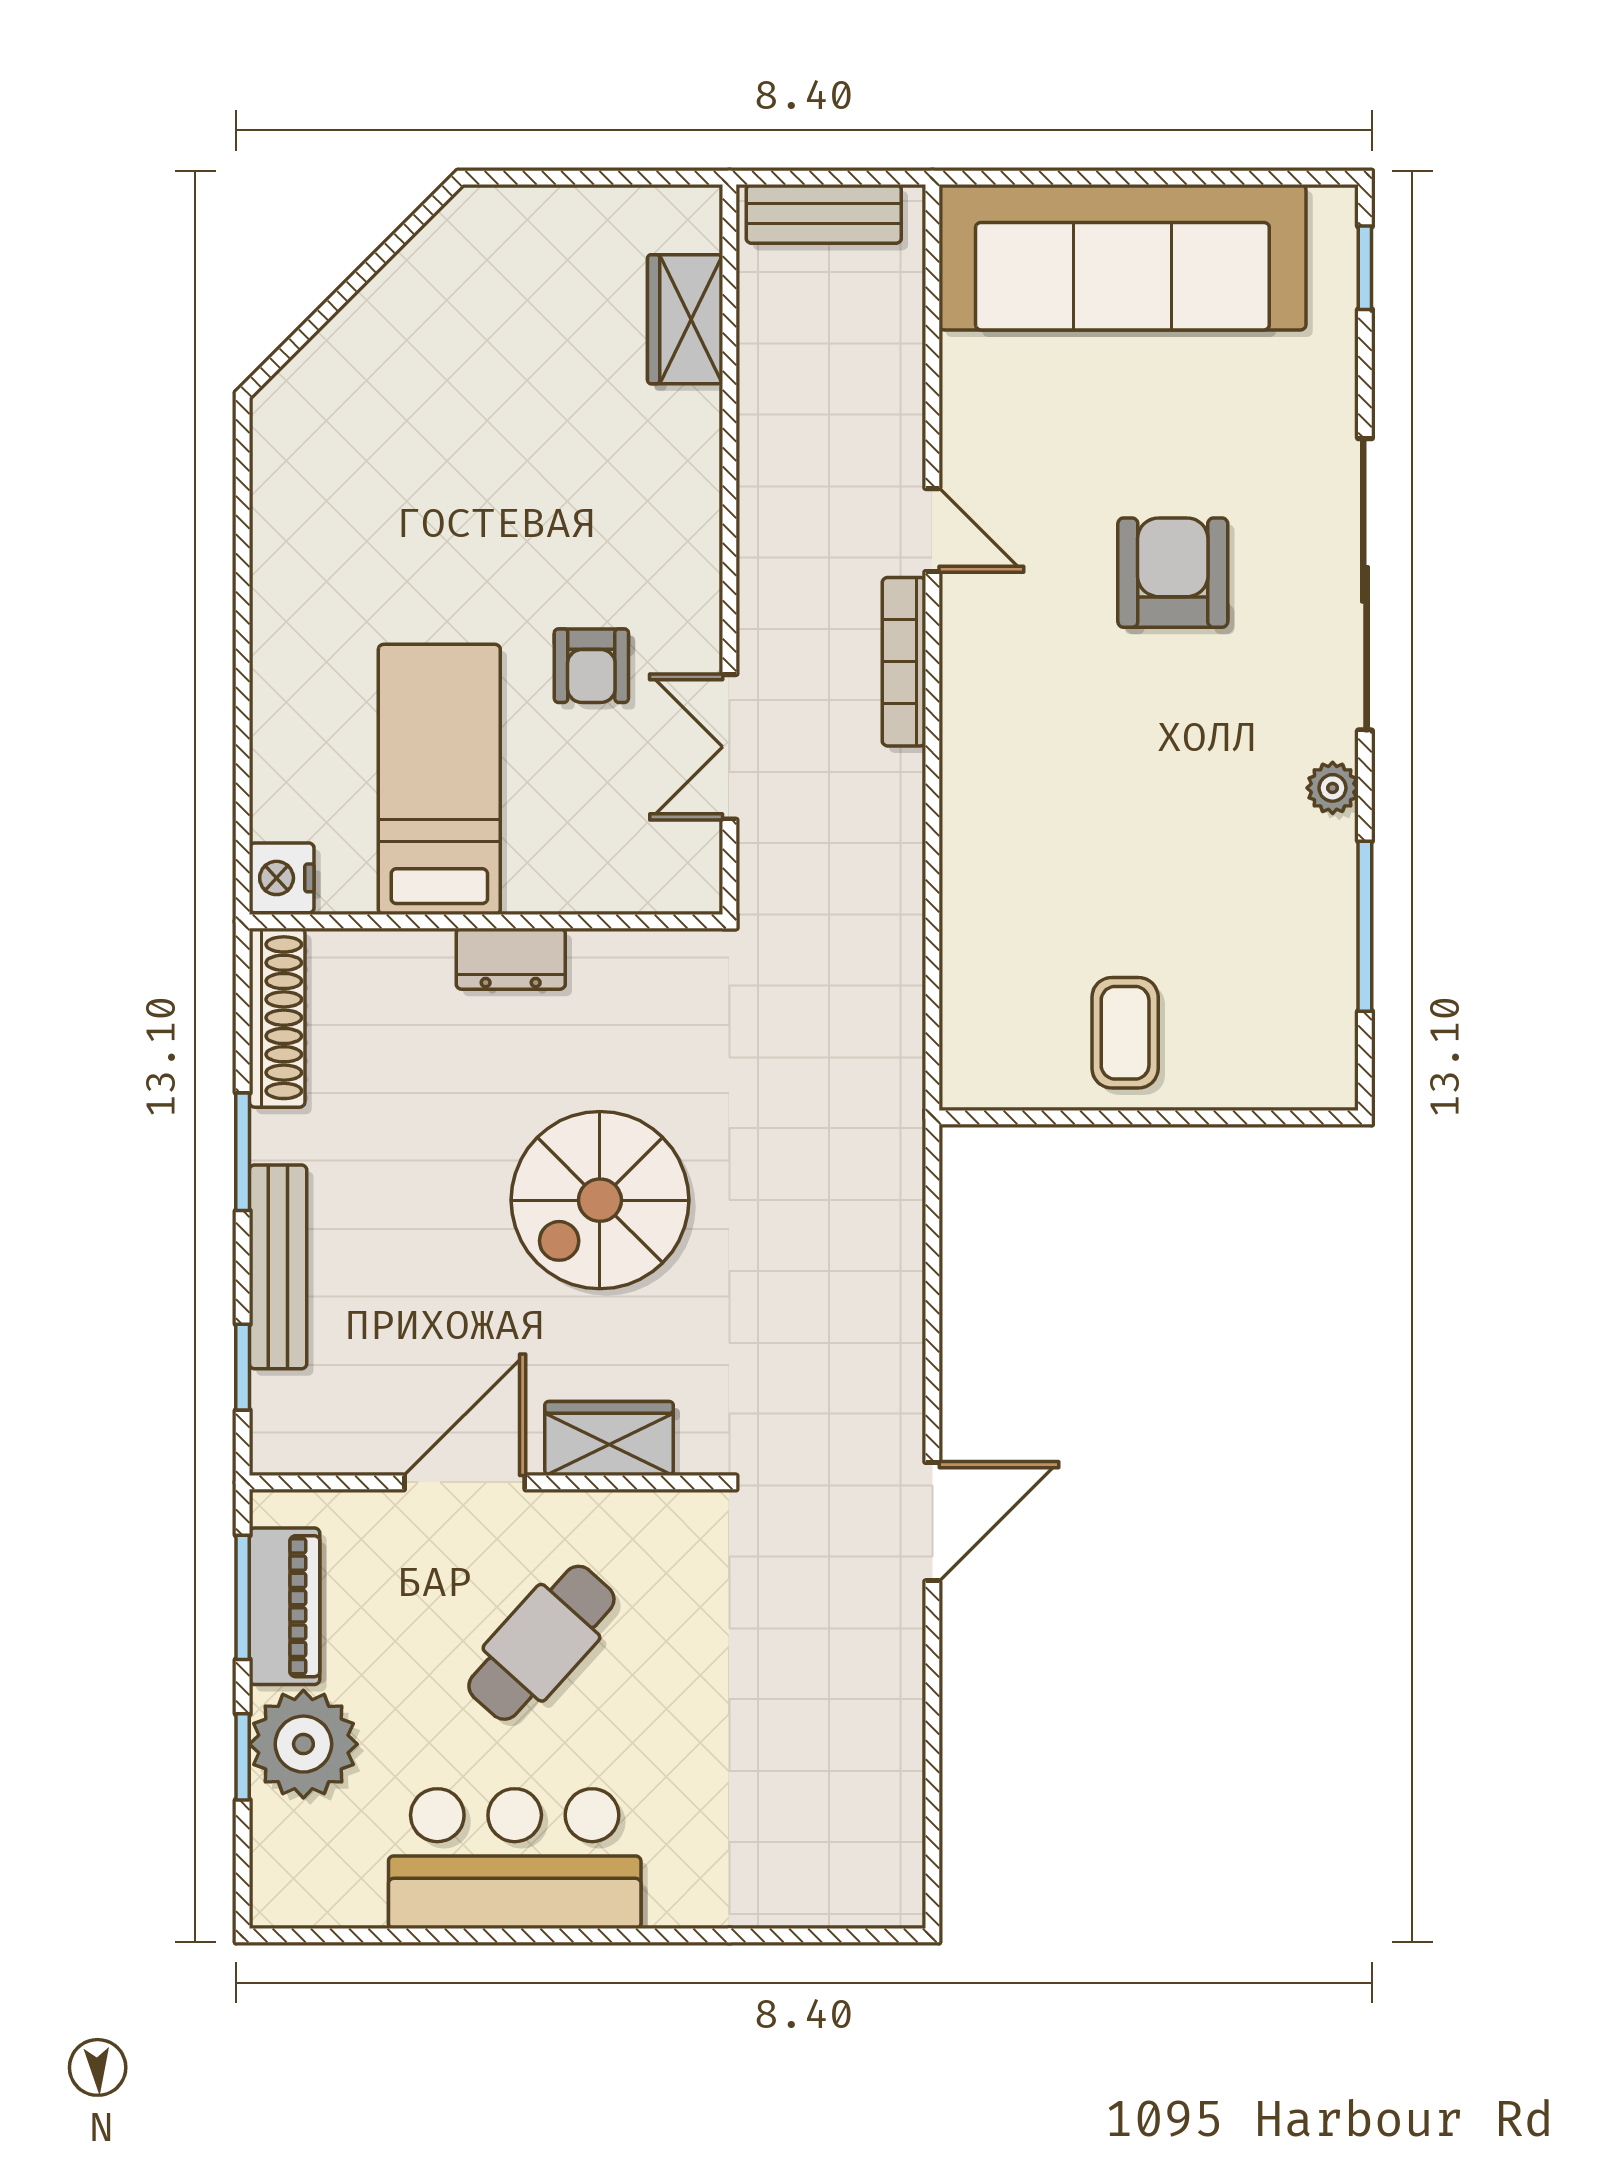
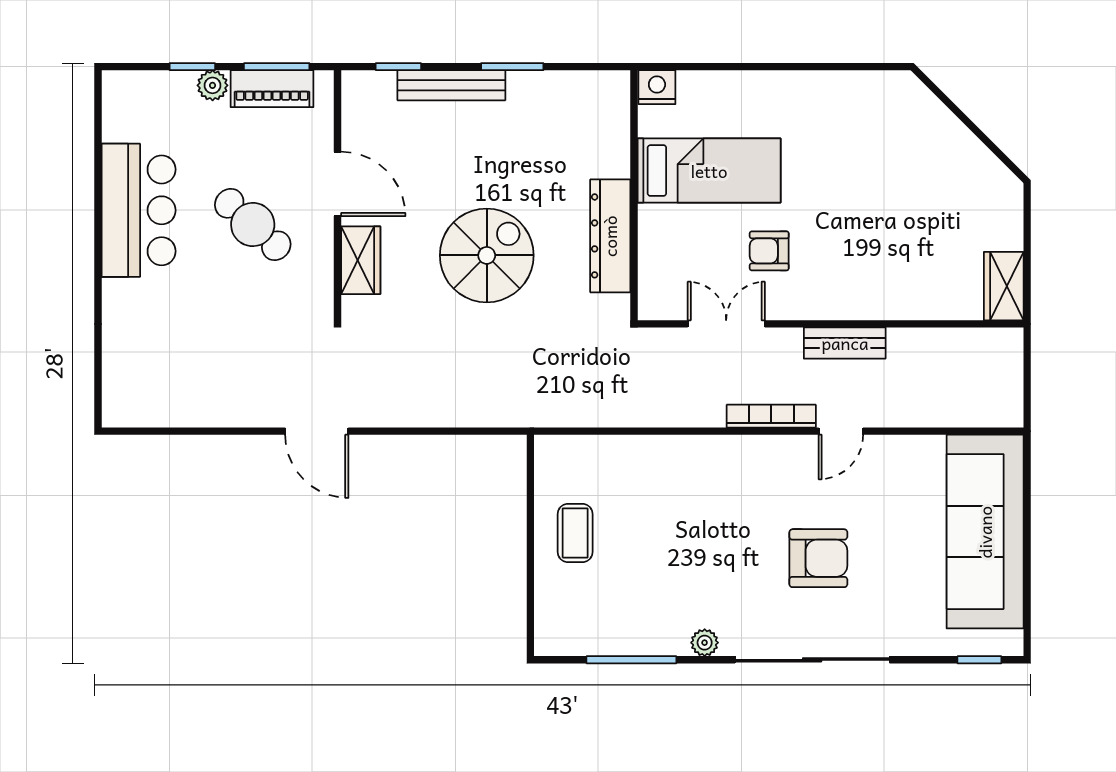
bench: (824, 214) -> (845, 343), moved, turned 90
wardrobe: (685, 319) -> (1004, 286), moved, turned -90
dresser: (511, 959) -> (610, 236), width x1.96, depth x1.24
shoe rack: (277, 1018) -> (583, 85), removed
coffee table: (1125, 1033) -> (575, 533), turned 90
spiral stairs: (600, 1200) -> (487, 255), turned 90
plant: (303, 1744) -> (213, 85), width x0.53, depth x0.53

